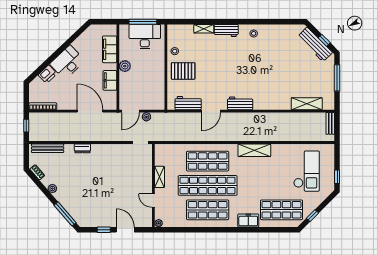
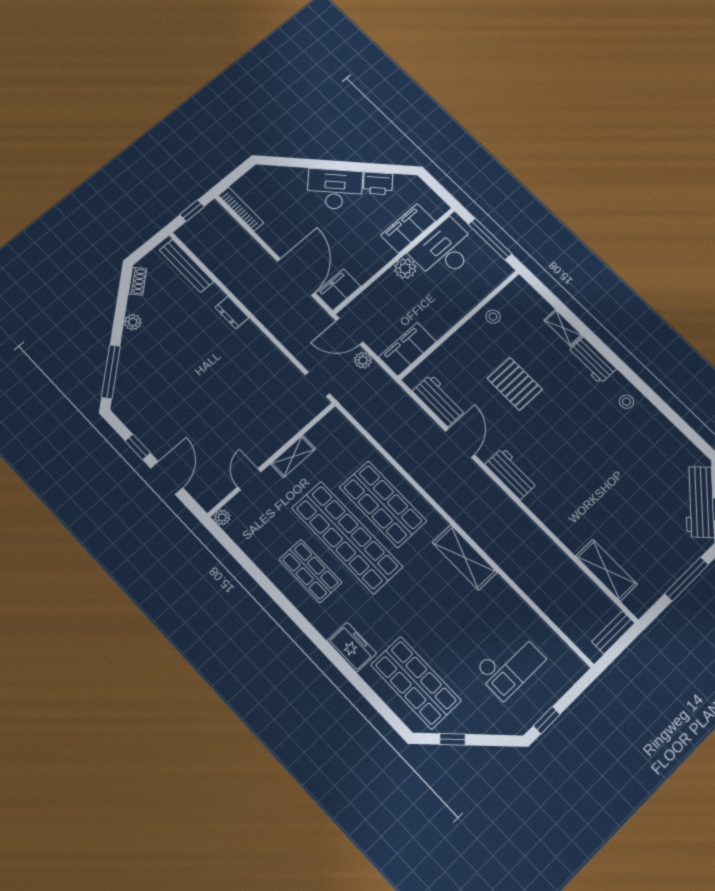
desk: (145, 37) -> (445, 250), moved, turned -90
pallet: (183, 71) -> (515, 384), moved
printer: (48, 74) -> (378, 183), moved
filing cabinet: (110, 80) -> (338, 290), moved
filing cabinet: (158, 96) -> (407, 349), added
door: (211, 111) -> (460, 443), swing flipped
checkout: (306, 171) -> (510, 665), width x0.73, depth x0.83
shop shelf: (208, 210) -> (310, 571), width x0.70, depth x0.74

